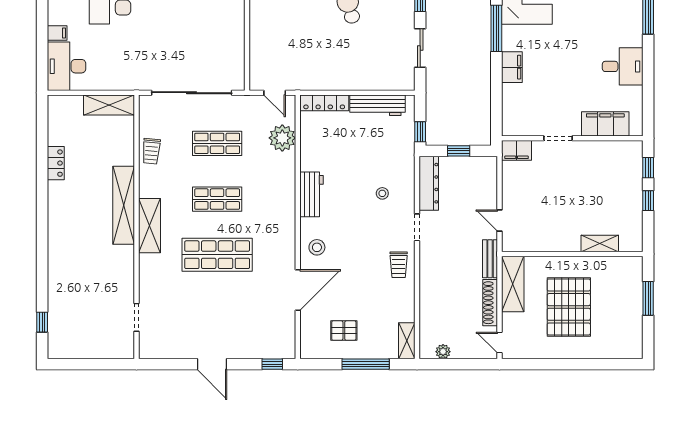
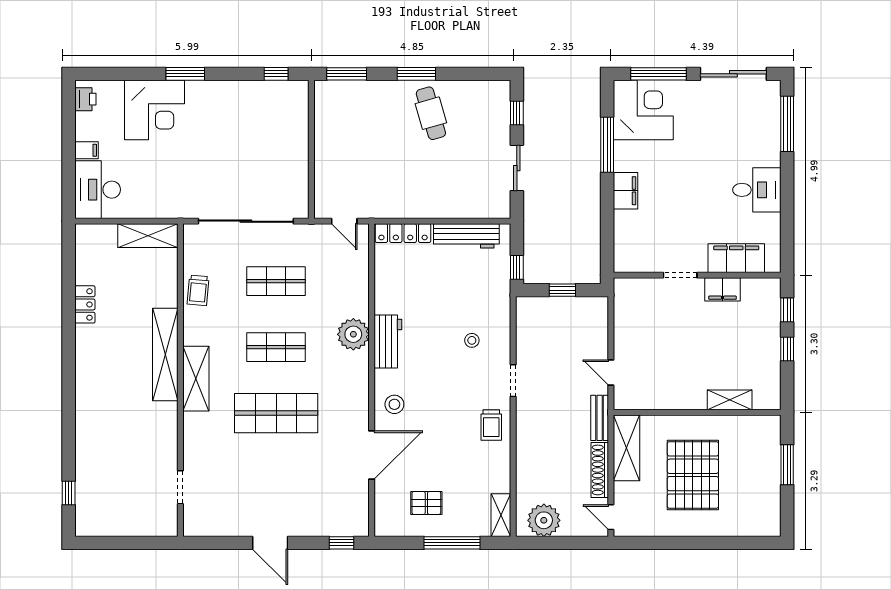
plant: (282, 138) -> (353, 334), moved
filing cabinet: (517, 150) -> (723, 289), moved
dresser: (429, 183) -> (527, 328), removed
plant: (443, 352) -> (544, 520), width x1.87, depth x1.87

